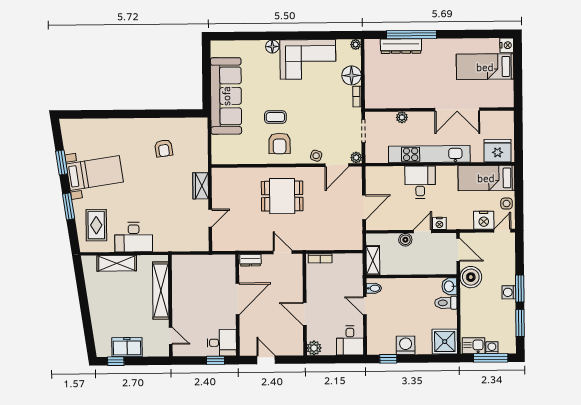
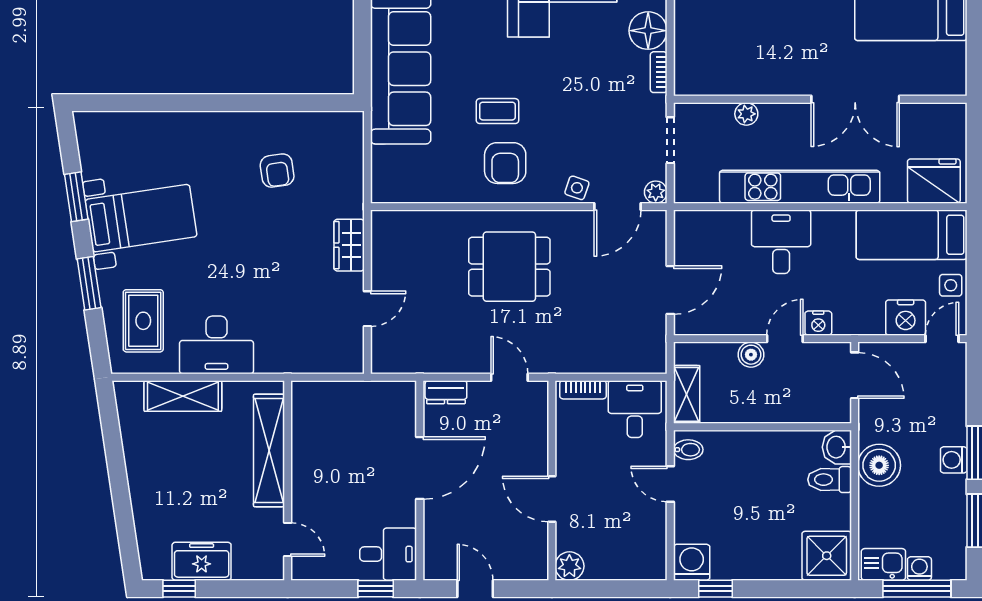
boiler: (471, 277) -> (879, 465), moved
desk: (350, 340) -> (635, 409), moved, turned 180
washing machine: (406, 345) -> (692, 562), moved

